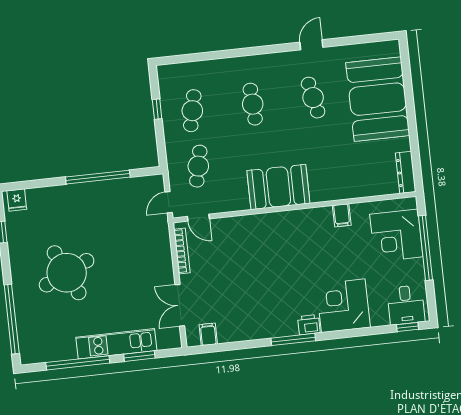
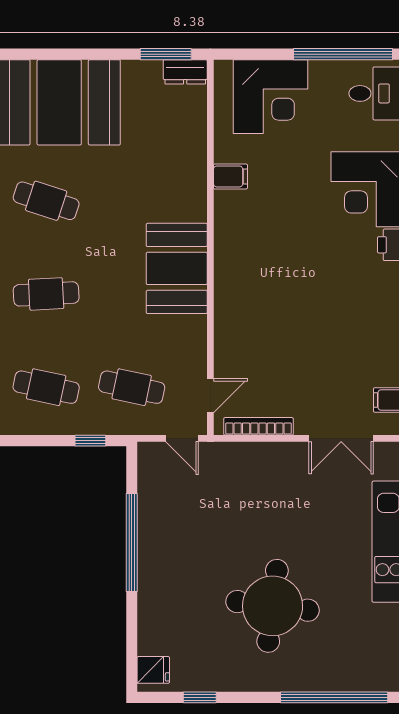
cafe table: (313, 98) -> (46, 201), turned 30
window: (157, 109) -> (90, 441), moved
window: (416, 165) -> (166, 54), added
dresser: (406, 172) -> (185, 72), width x0.70
window: (426, 248) -> (343, 54), moved
round table: (67, 273) -> (273, 606), turned 32

